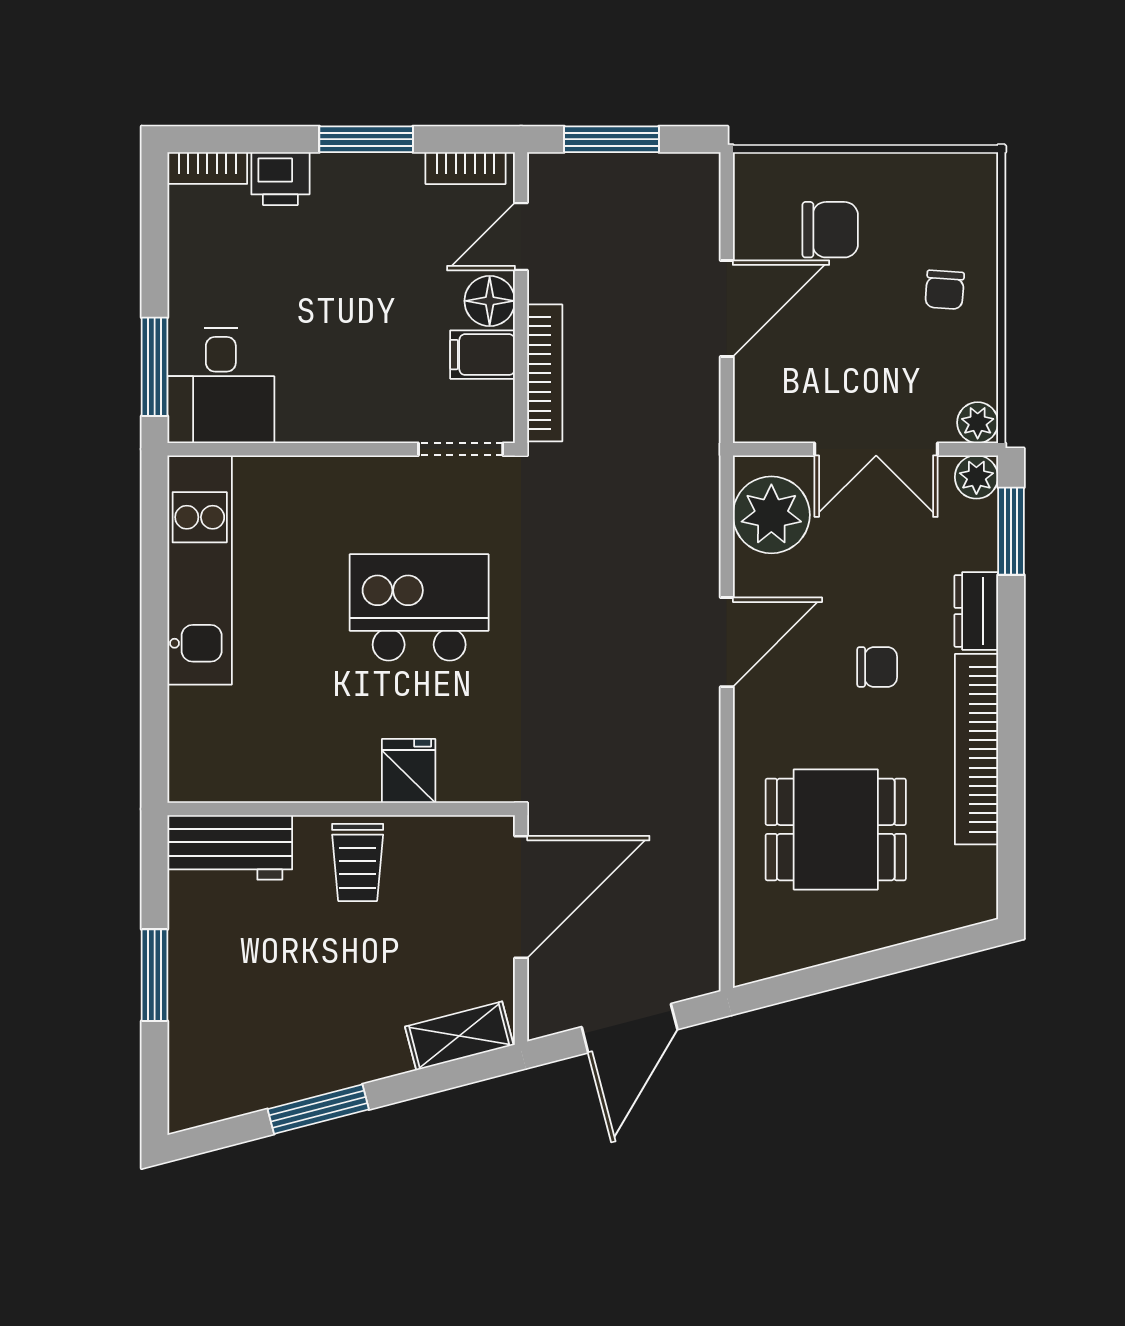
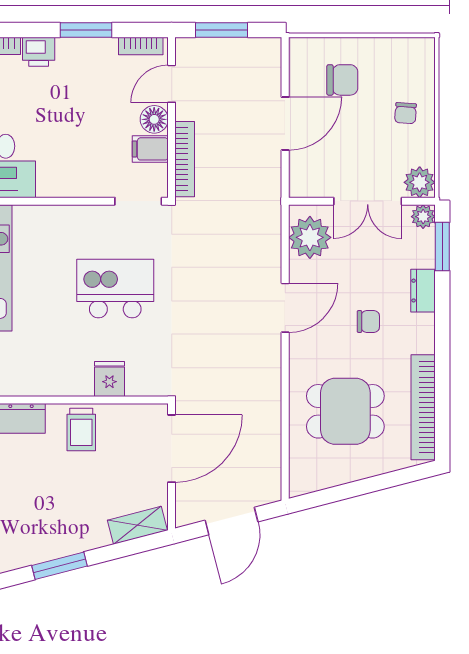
plant: (978, 423) -> (420, 182), width x1.38, depth x1.38
bookcase: (976, 749) -> (423, 407), moved

